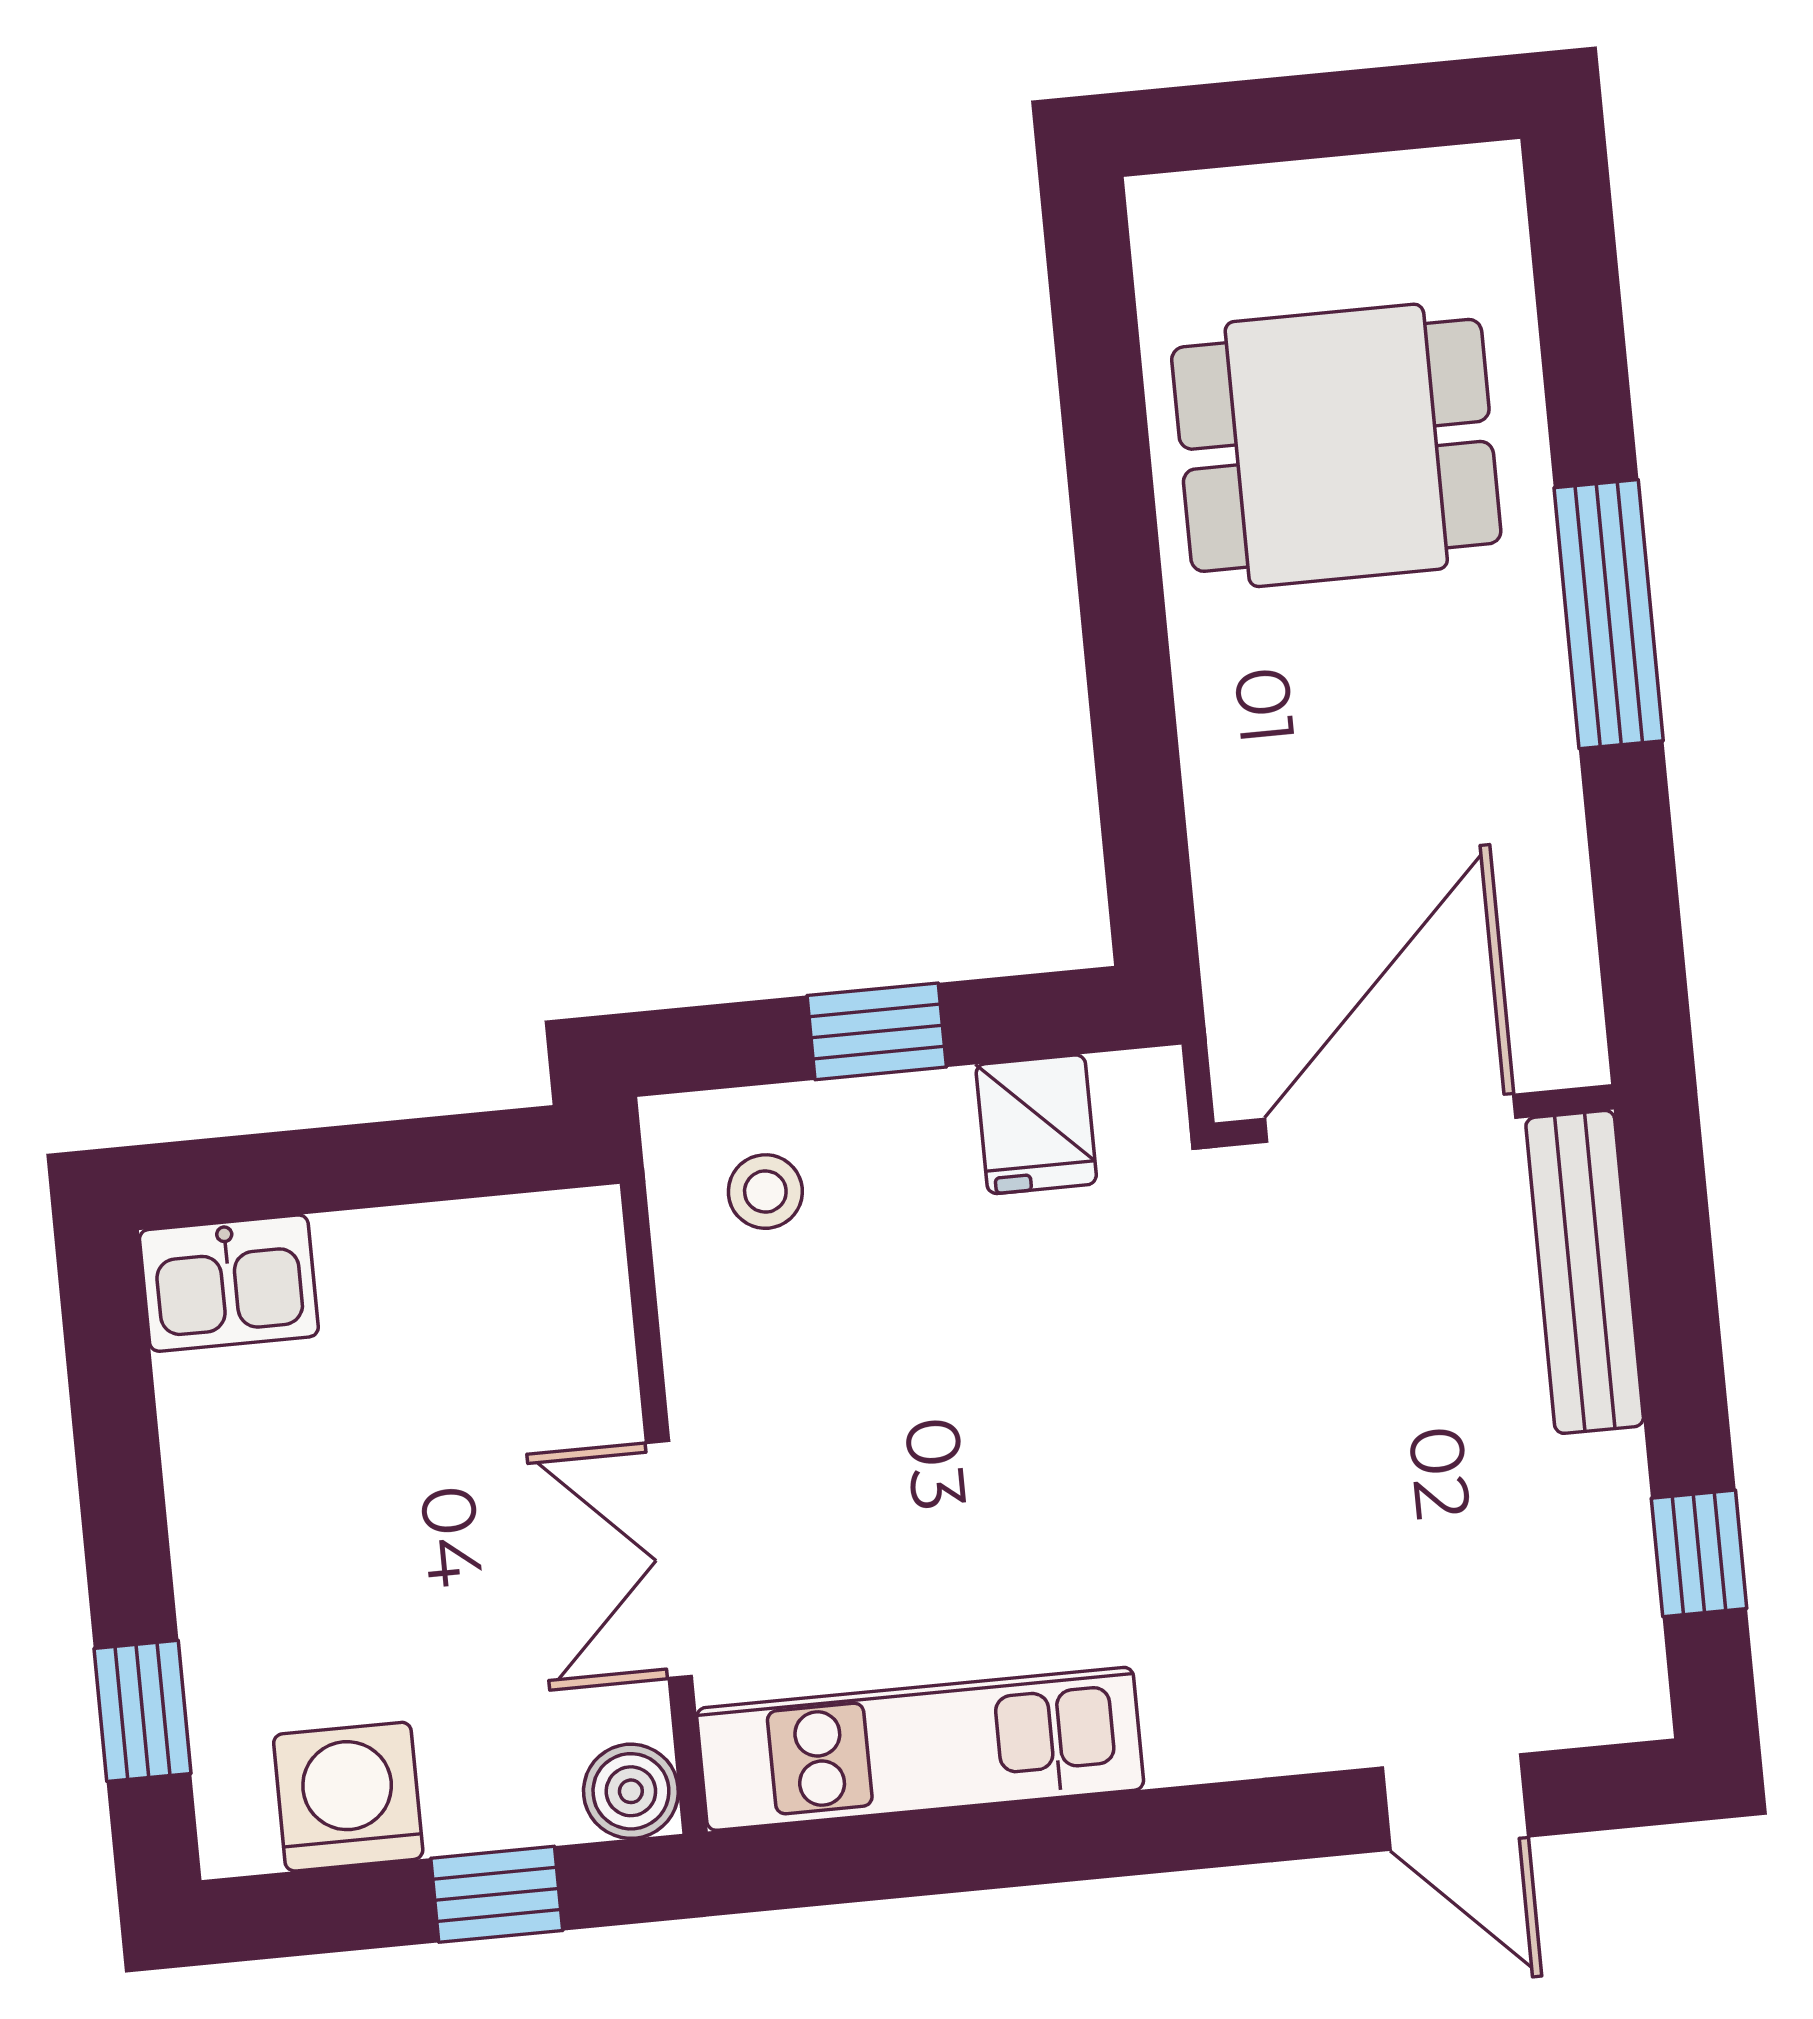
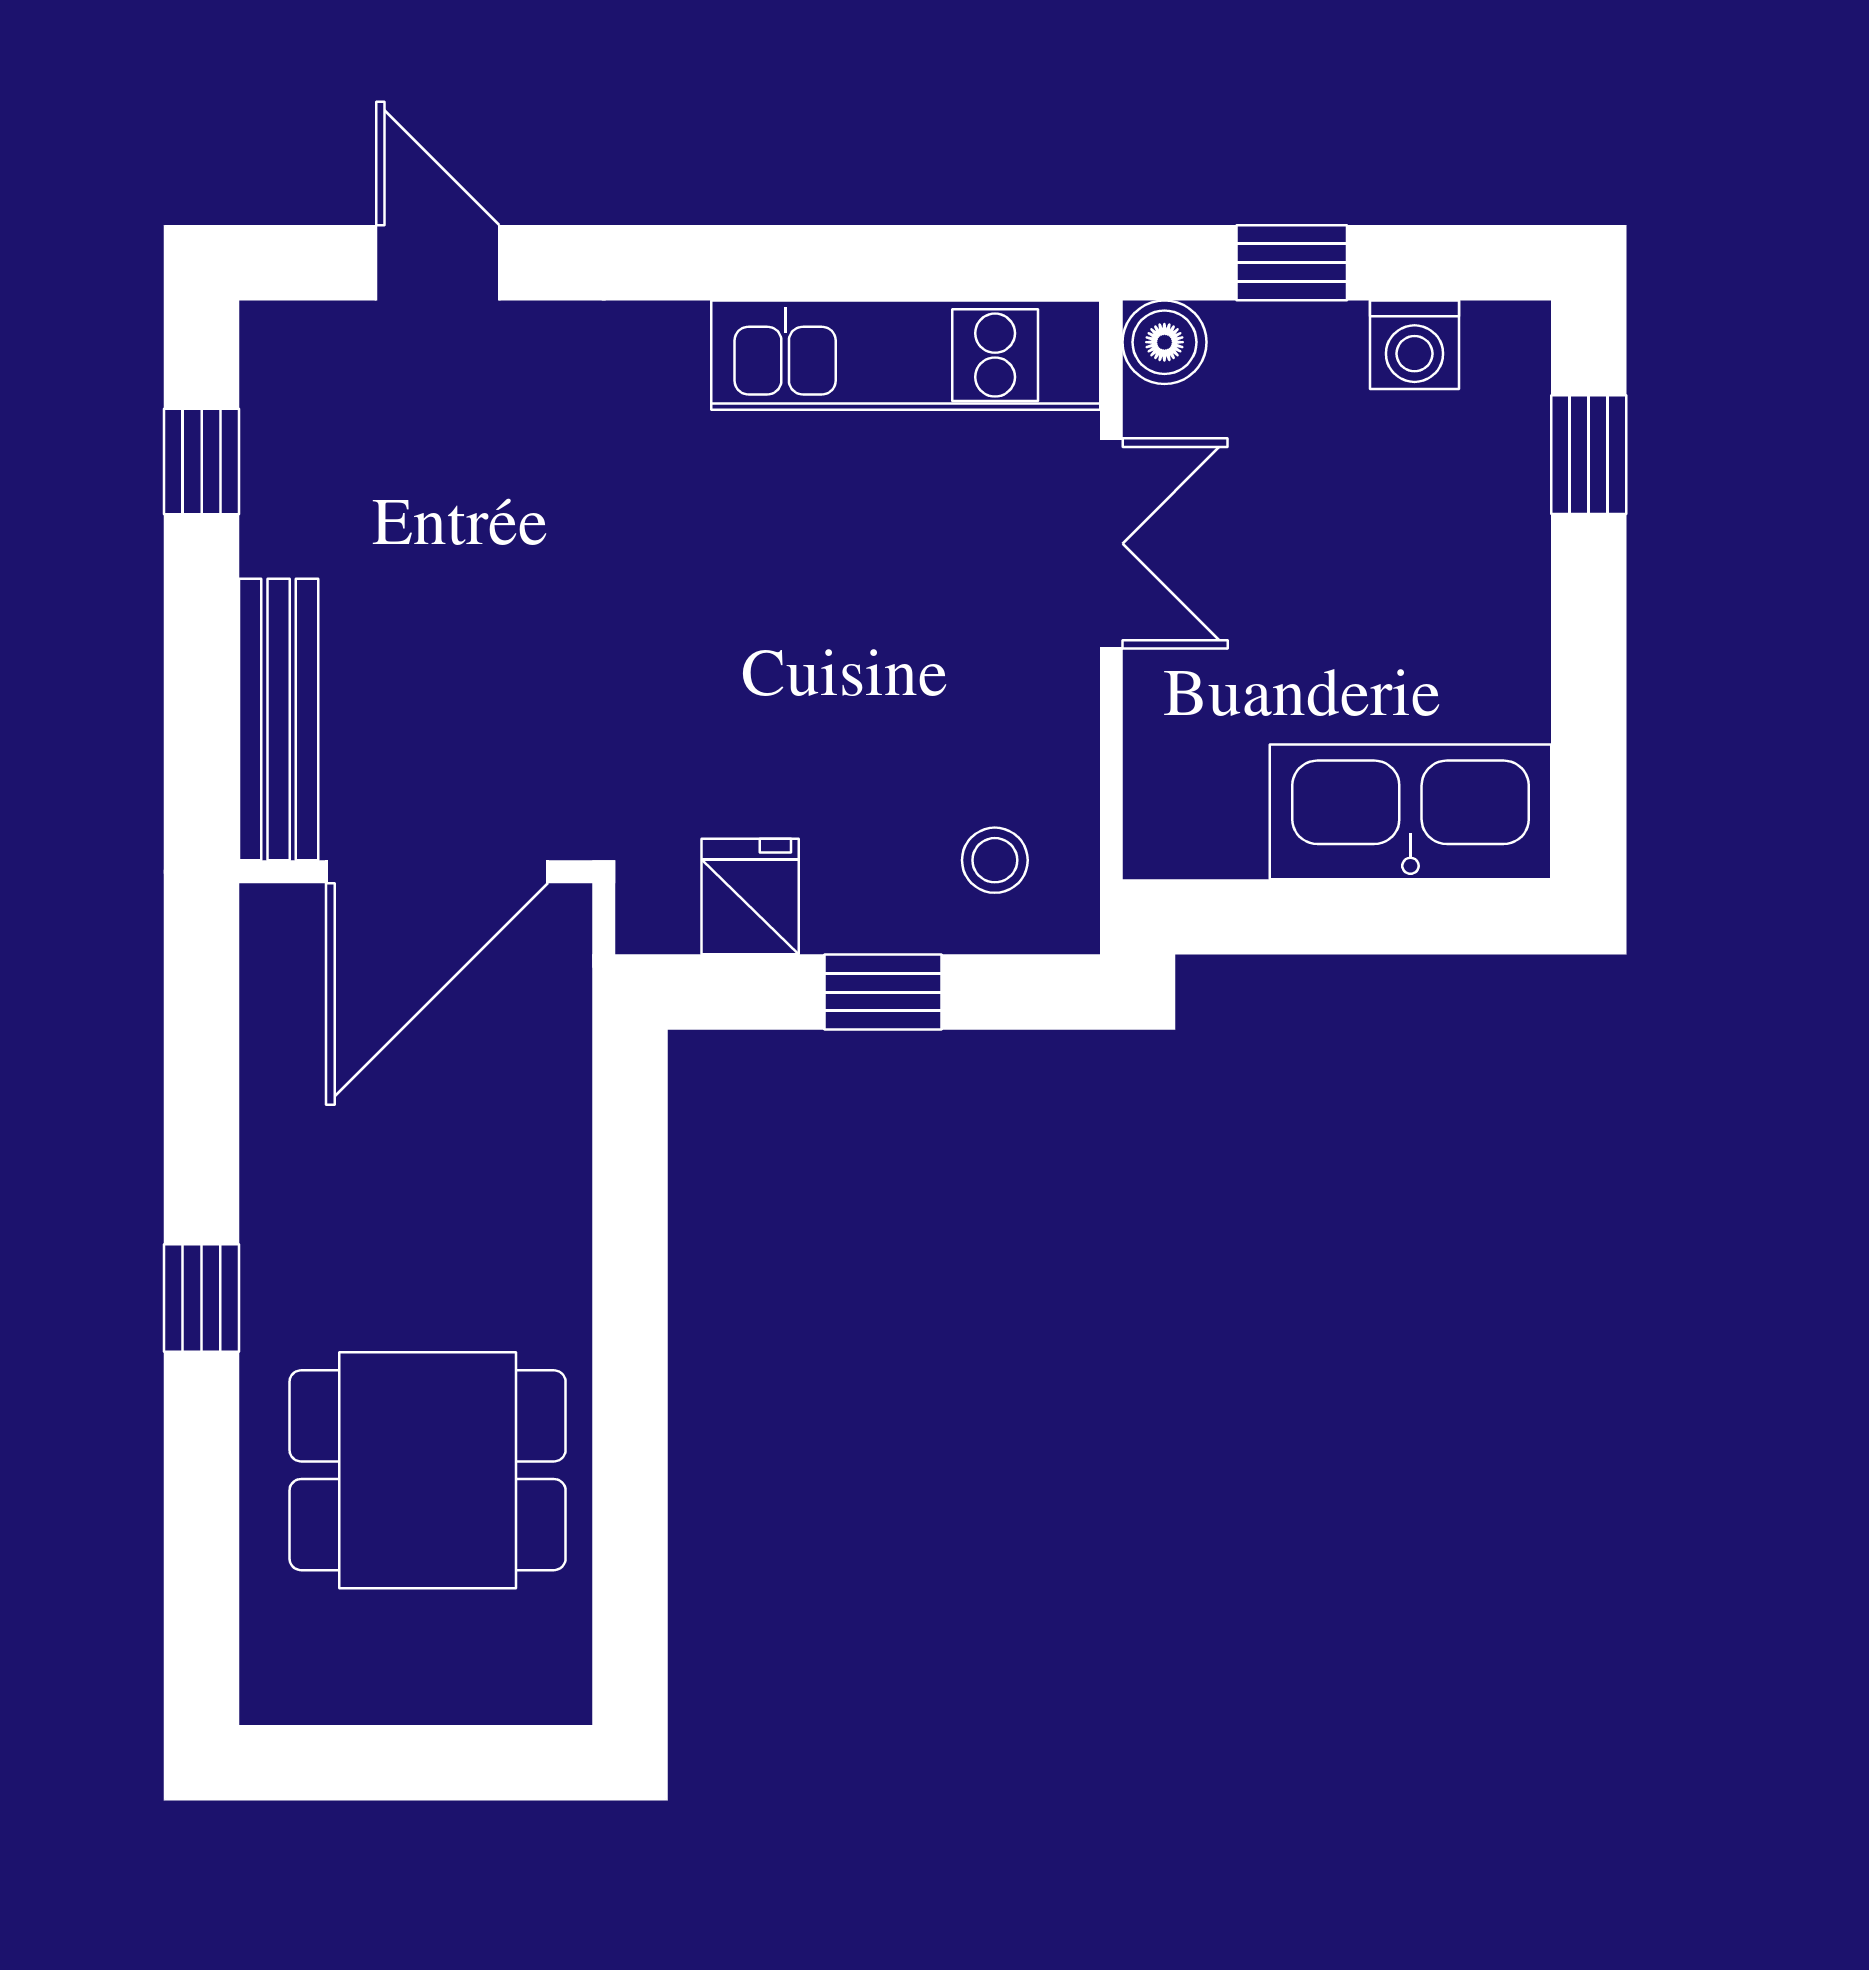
window: (1609, 614) -> (202, 1298), width x0.46
kitchen sink: (229, 1283) -> (1410, 812), width x1.88, depth x1.24
washing machine: (348, 1797) -> (1415, 345), width x0.73, depth x0.73

